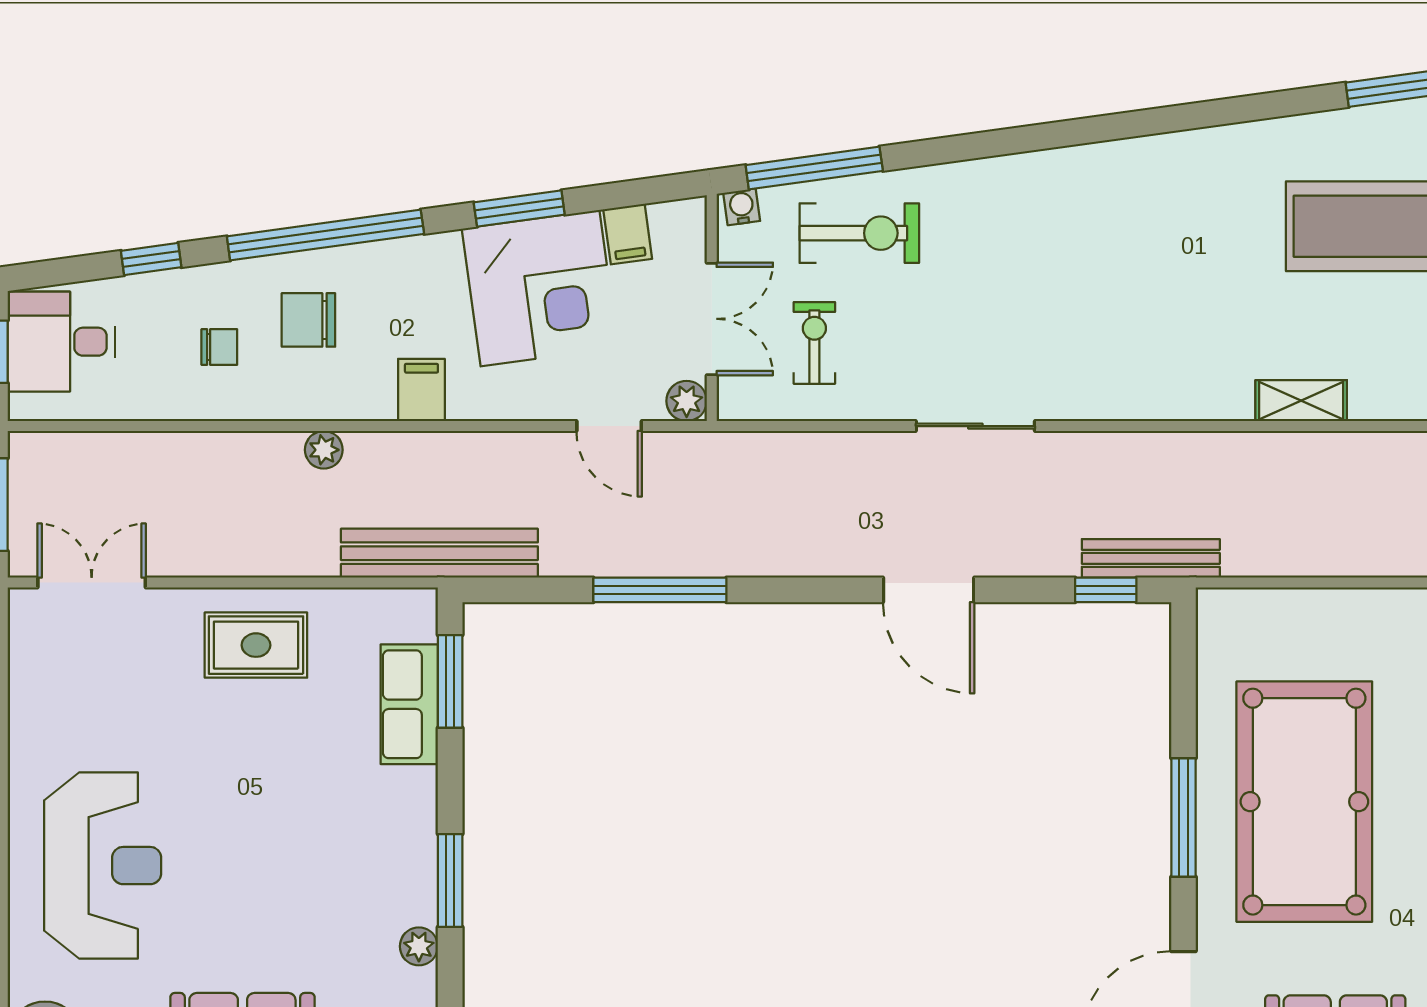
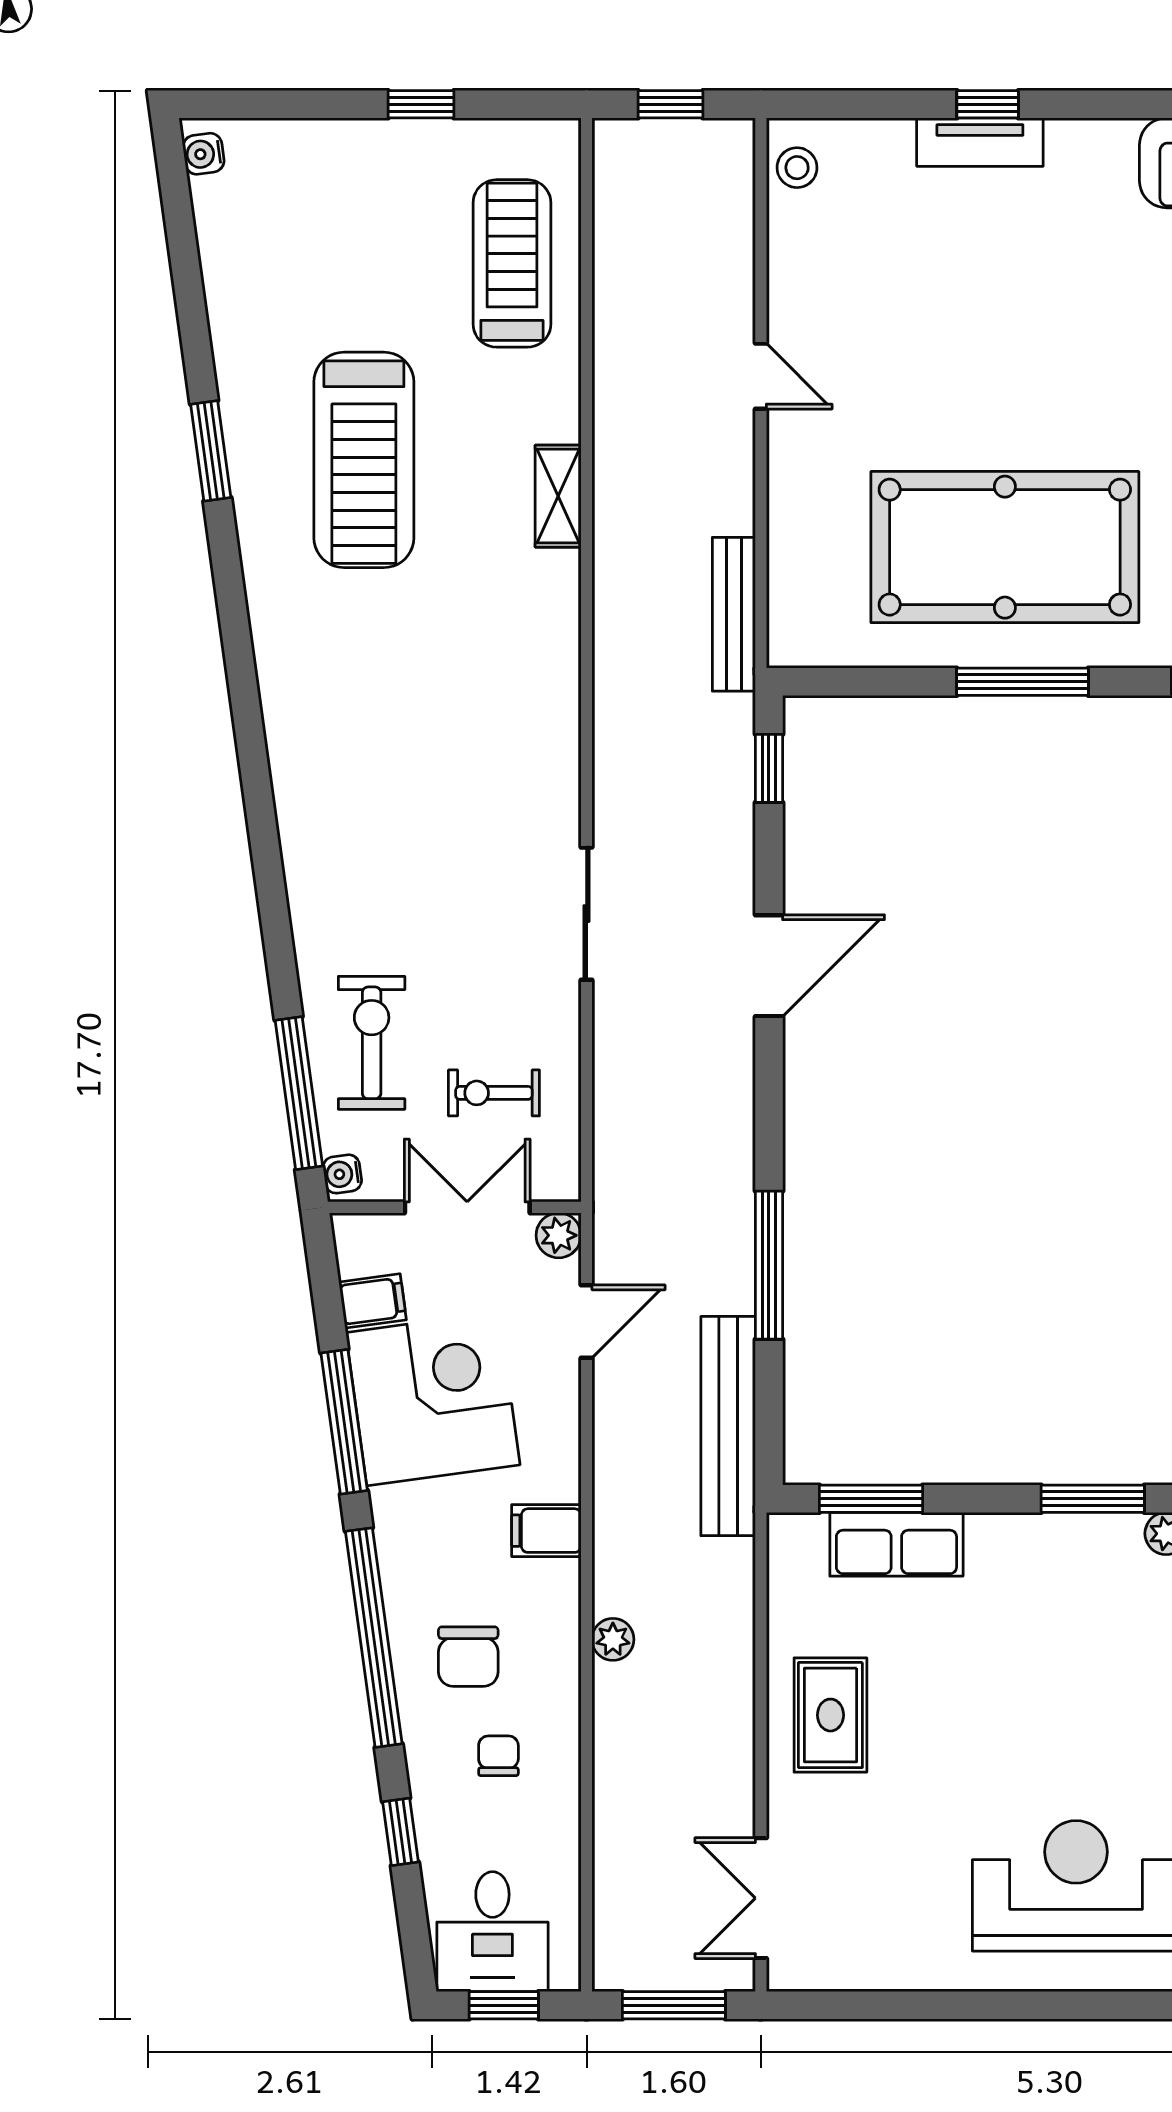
window: (519, 208) -> (344, 1422), width x1.44
shelving: (1301, 401) -> (558, 496), moved
bench: (439, 553) -> (728, 1426), moved
bench: (1151, 558) -> (734, 614), moved

